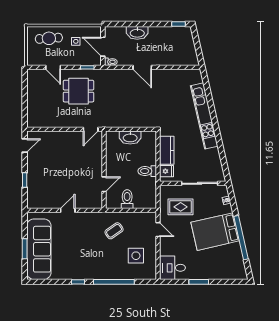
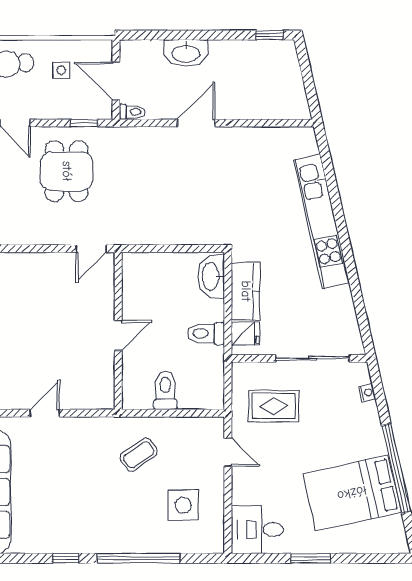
door: (142, 67) -> (196, 123), swing flipped
dining table: (78, 91) -> (67, 171), turned 90
washbasin: (130, 138) -> (211, 276), moved, turned 90
door: (104, 184) -> (118, 335), moved
bed: (215, 232) -> (352, 493), moved

